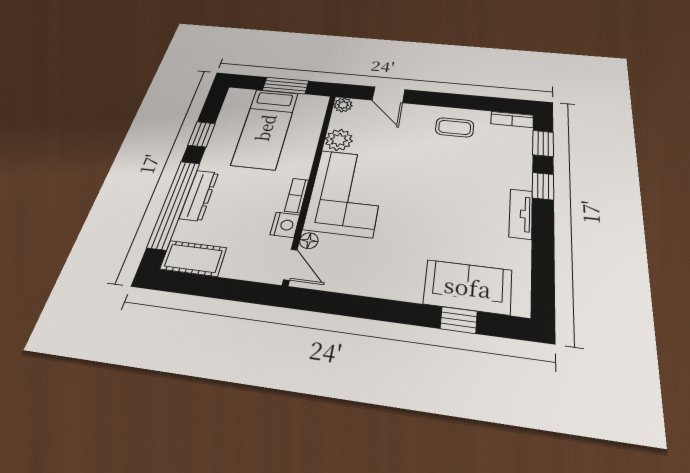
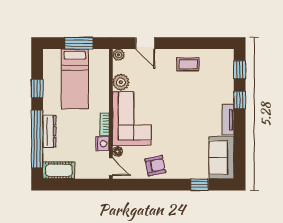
bookcase: (512, 119) -> (221, 54), removed
armchair: (375, 274) -> (155, 166), added
sofa: (468, 287) -> (221, 158), moved, turned -90

